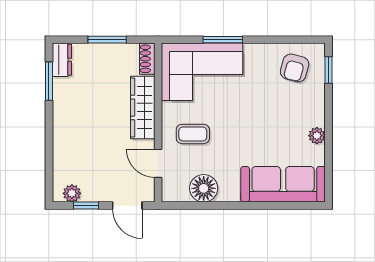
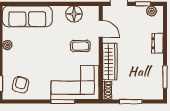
dresser: (62, 60) -> (157, 43), moved

